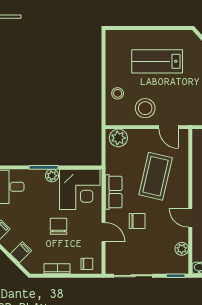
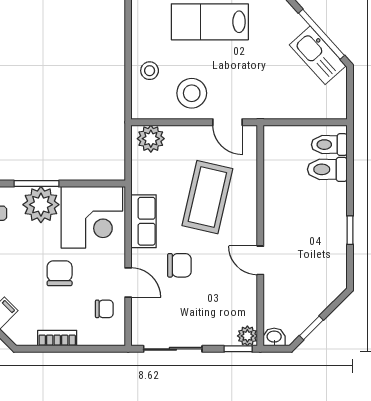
plant: (52, 176) -> (41, 205), width x1.87, depth x1.87
plant: (182, 249) -> (247, 336), moved
chair: (87, 264) -> (104, 309), moved

